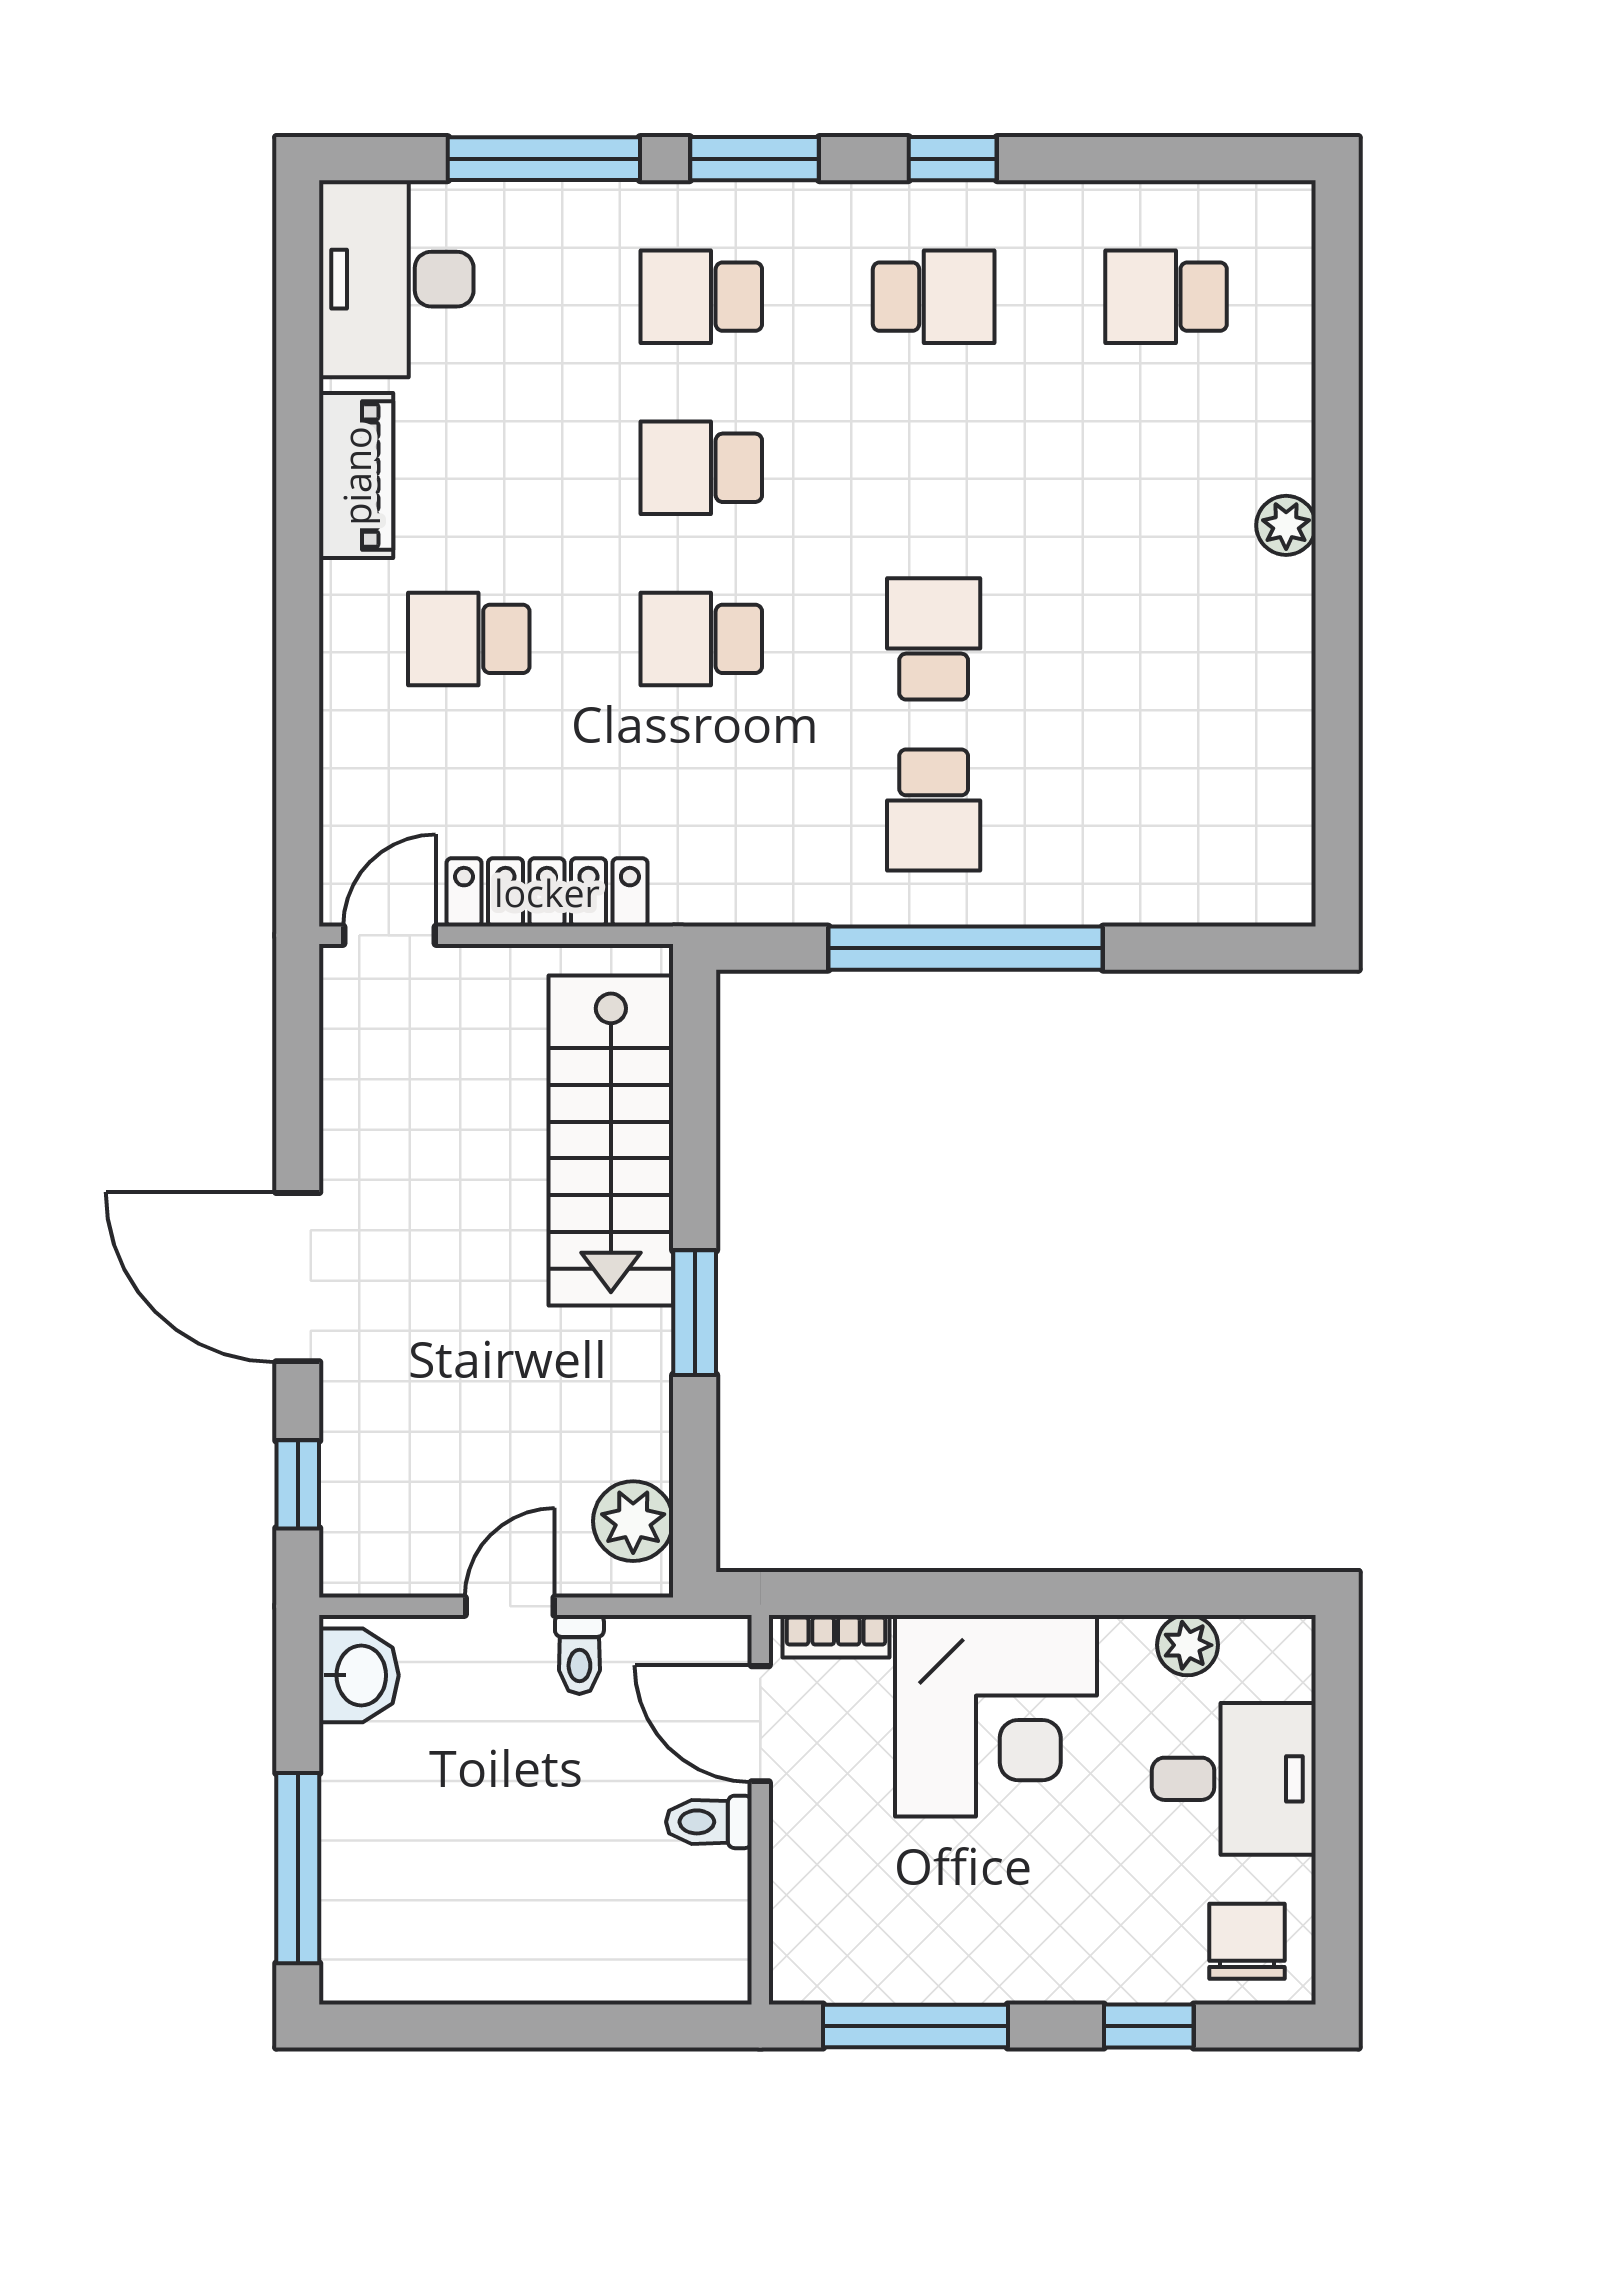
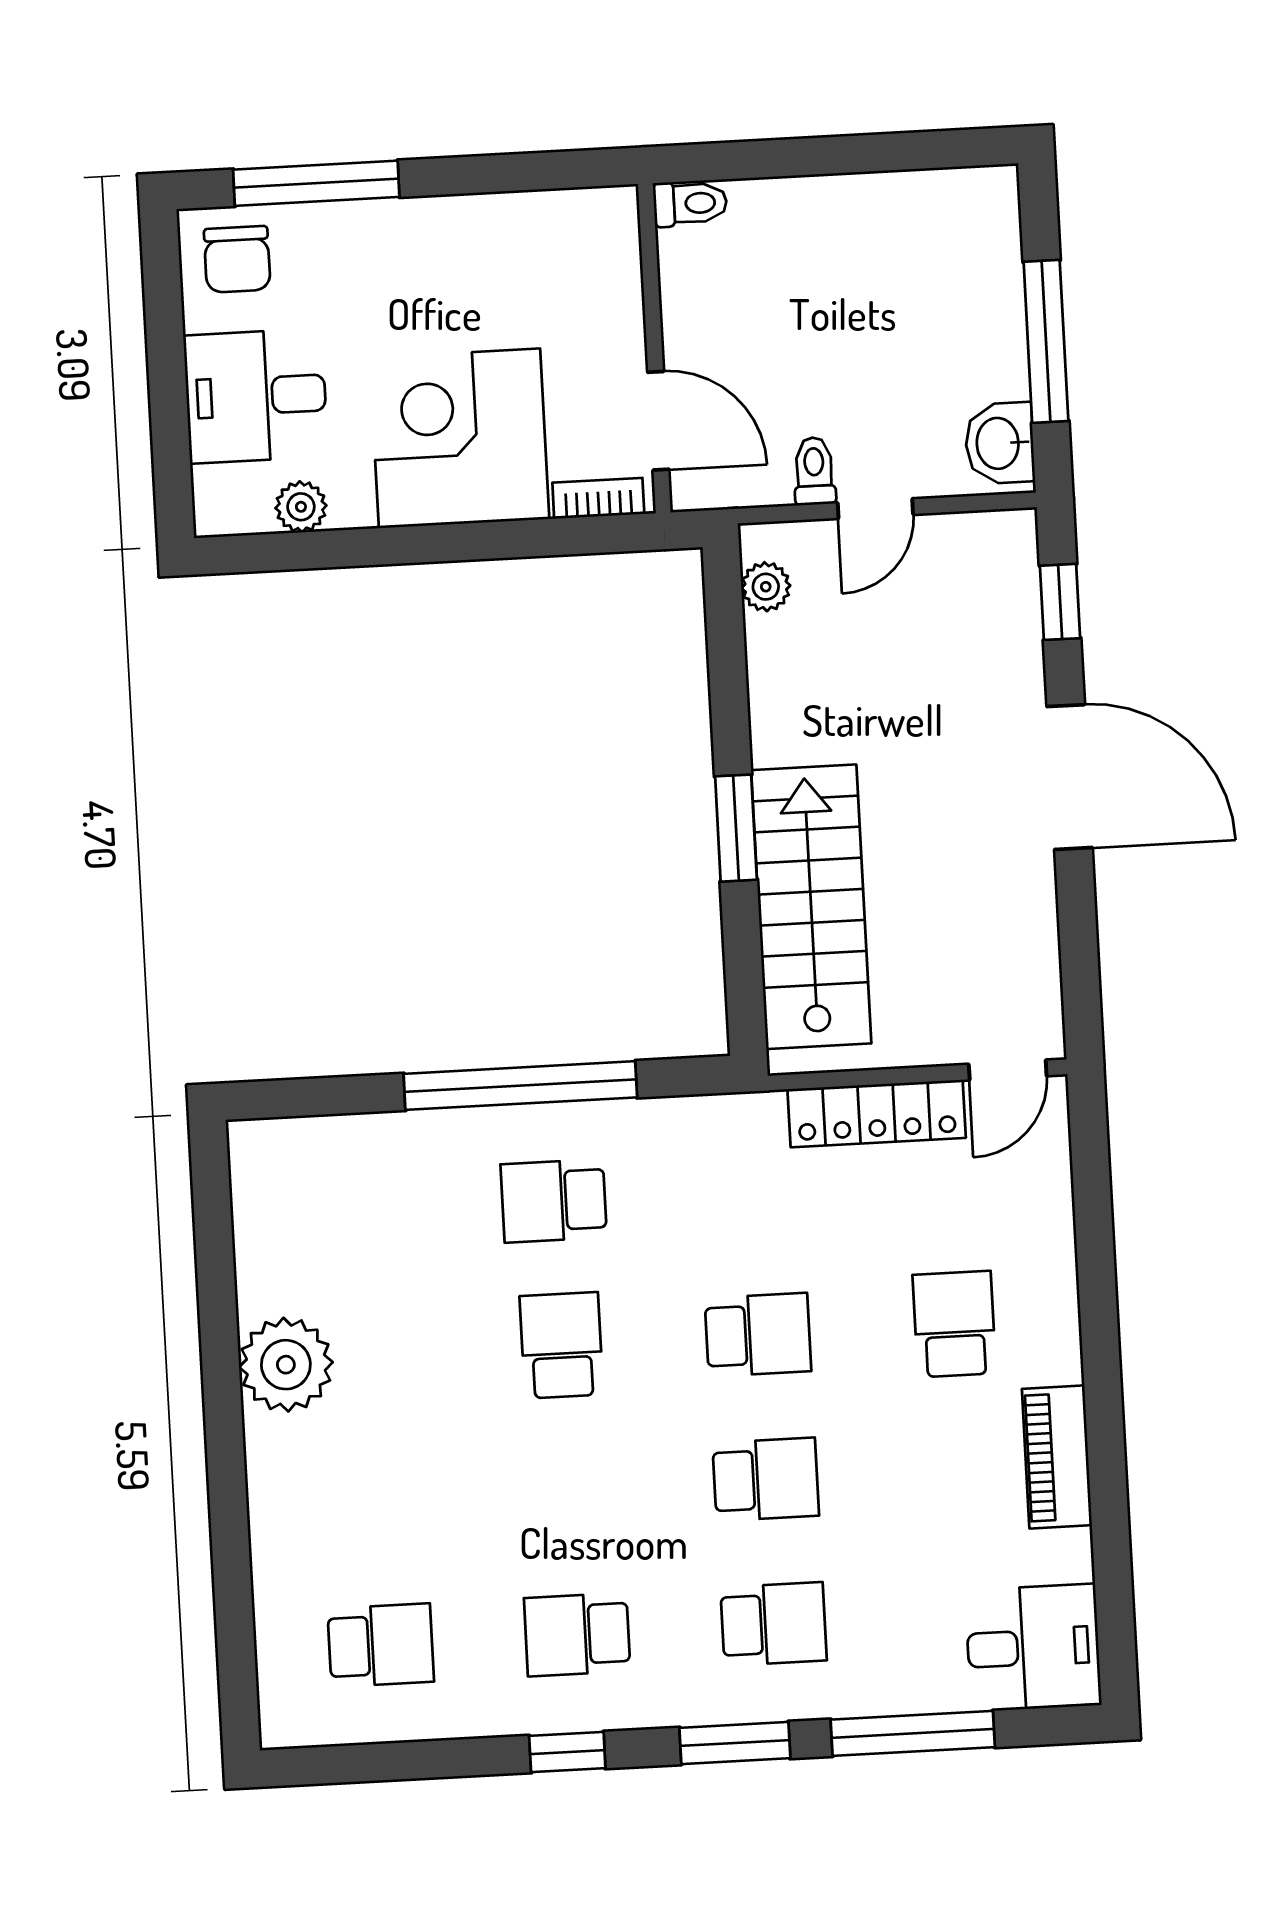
desk: (396, 279) -> (1033, 1647), width x0.73
plant: (1286, 525) -> (286, 1365), moved, width x1.87, depth x1.87
school desk: (469, 639) -> (954, 1324), turned -90
school desk: (934, 639) -> (561, 1345), turned 180
school desk: (934, 810) -> (554, 1201), turned -90
window: (695, 1313) -> (736, 828), moved
plant: (633, 1521) -> (766, 587), width x0.73, depth x0.73
toilet: (709, 1822) -> (690, 203), moved
window: (298, 1868) -> (1046, 341), moved
window: (915, 2026) -> (513, 173), removed
window: (1149, 2026) -> (316, 183), width x2.17

